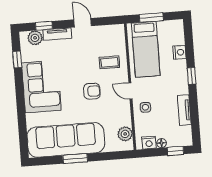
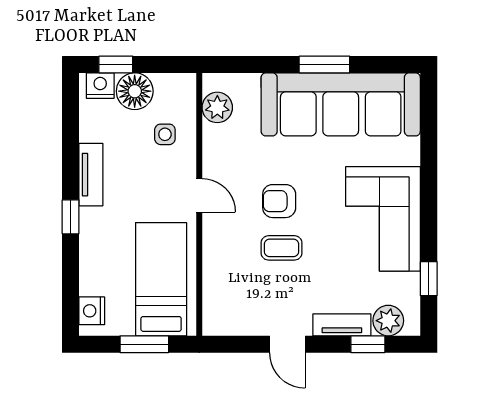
nightstand: (179, 52) -> (92, 311), moved
coffee table: (109, 62) -> (281, 248), moved
side table: (145, 107) -> (165, 134), moved
tv unit: (184, 110) -> (91, 175), moved
nightstand: (149, 143) -> (100, 86), moved
floor lamp: (161, 143) -> (135, 91), width x1.89, depth x1.89

